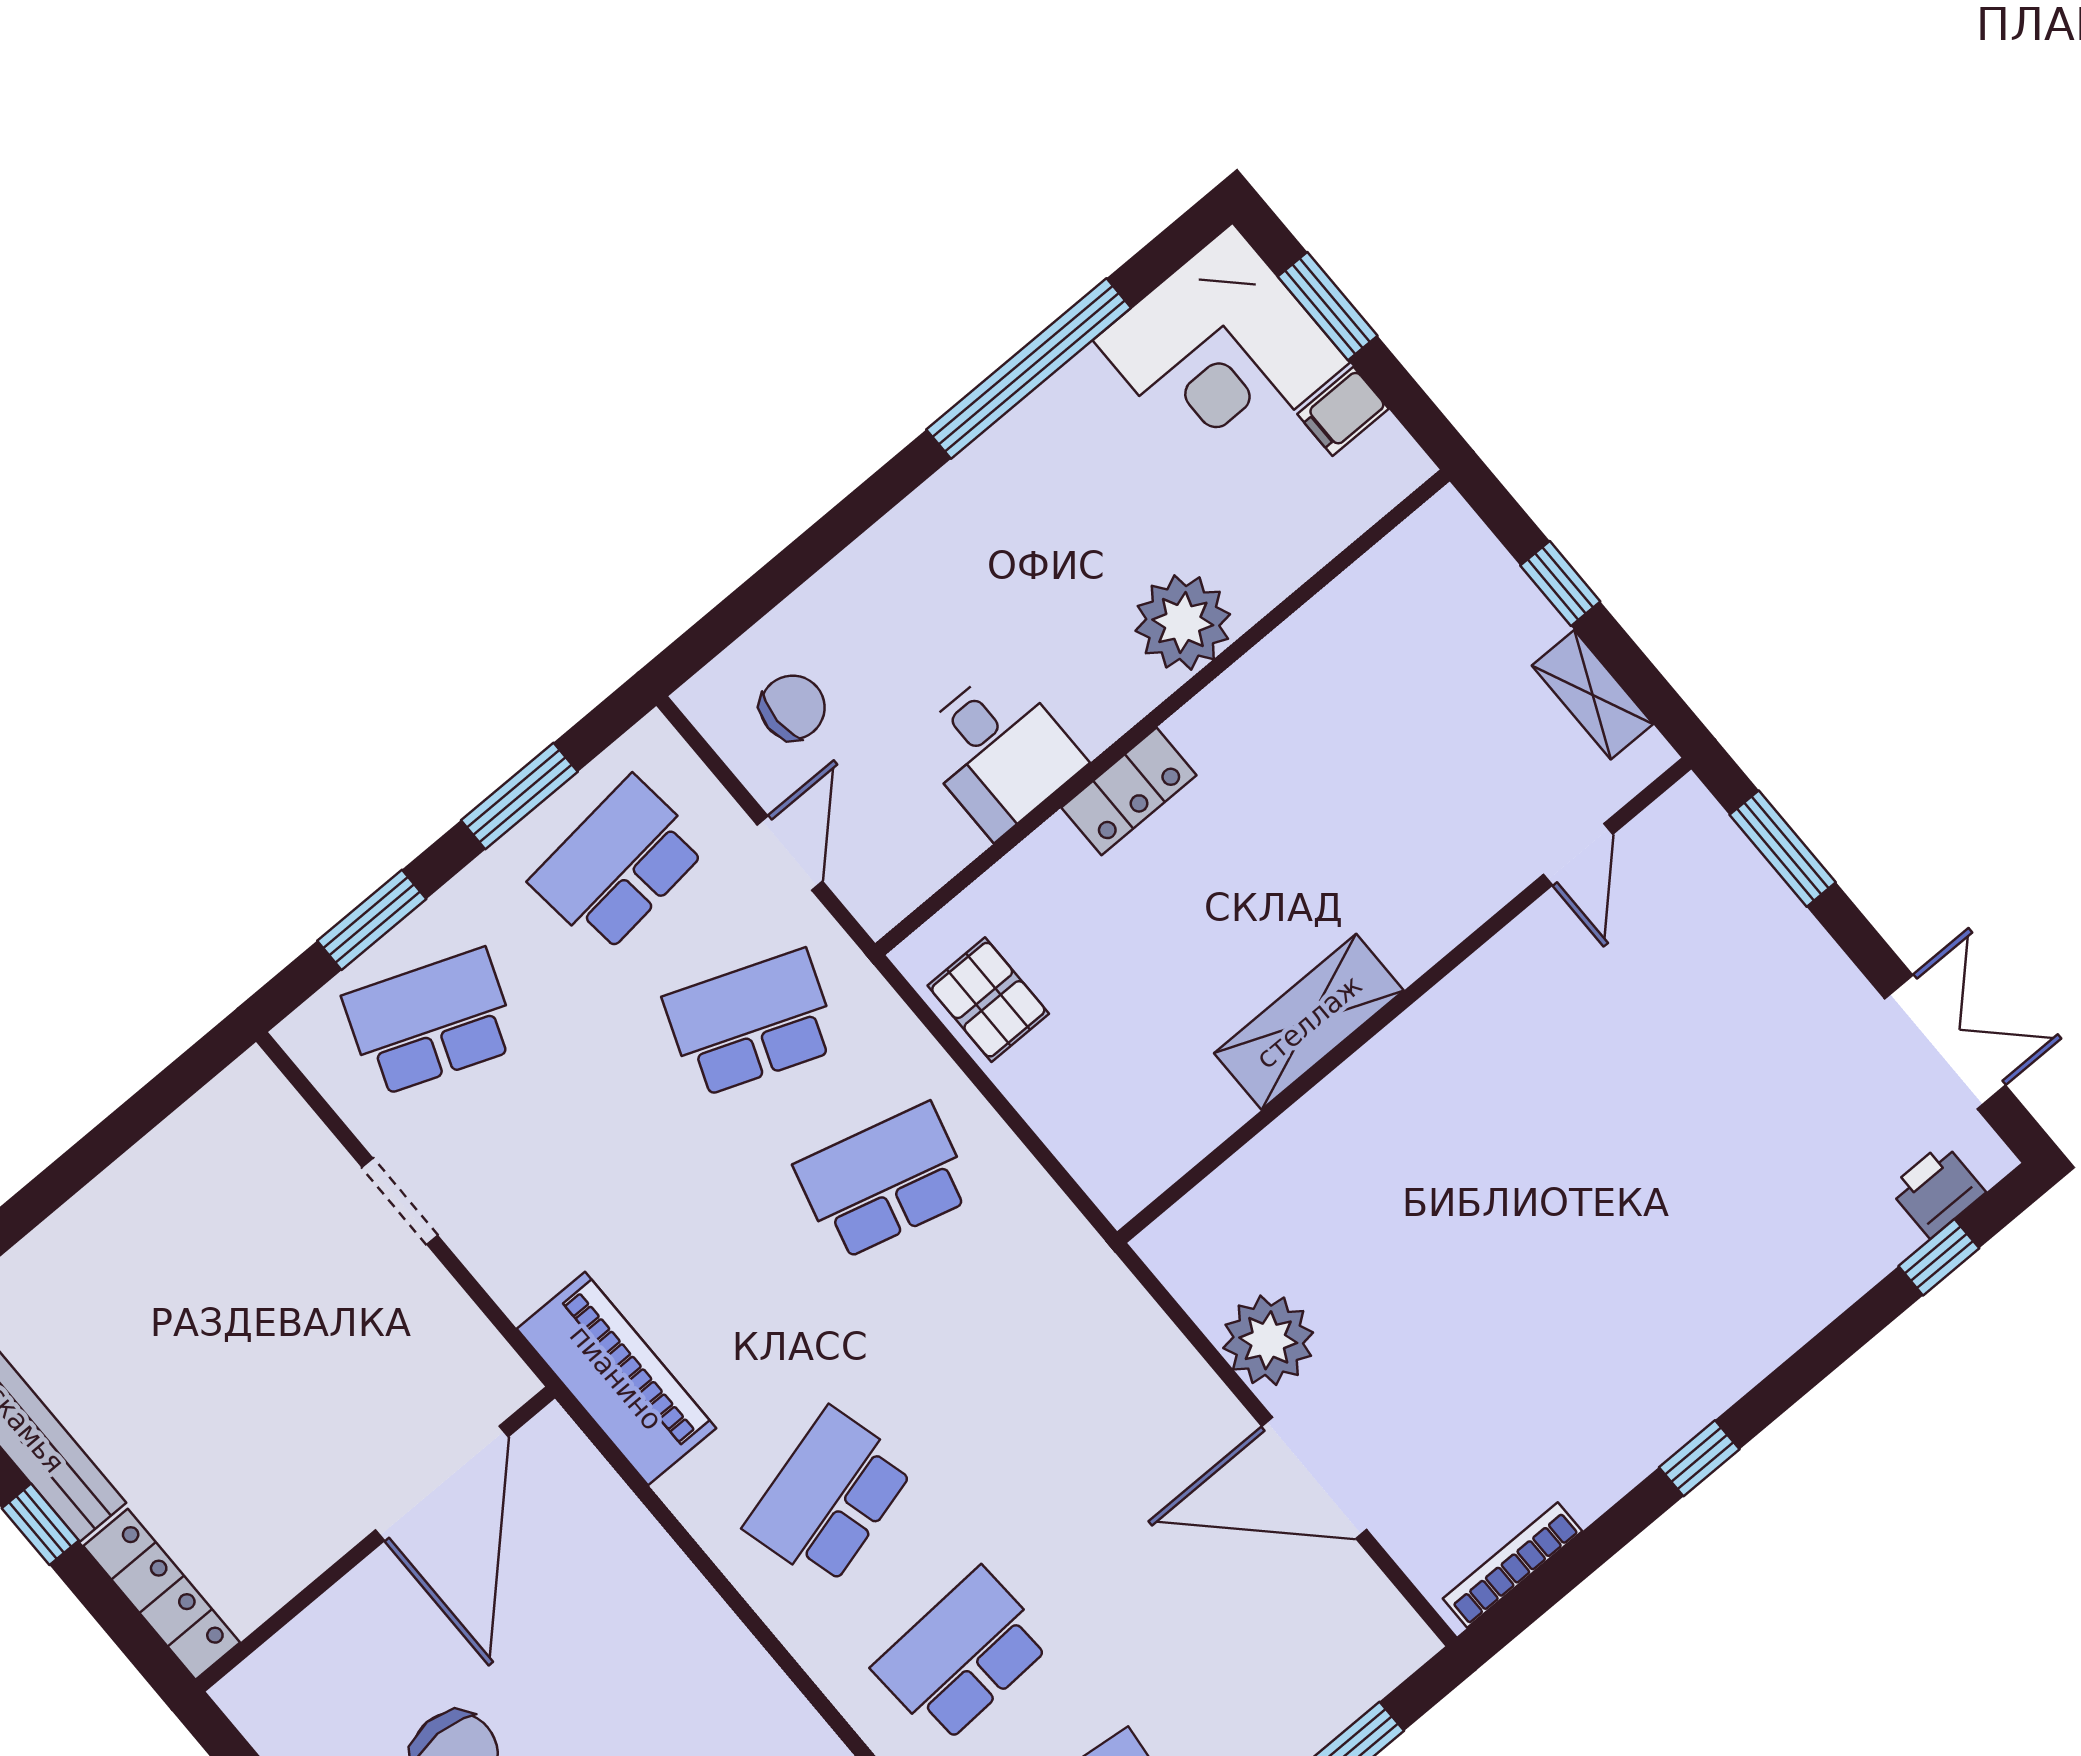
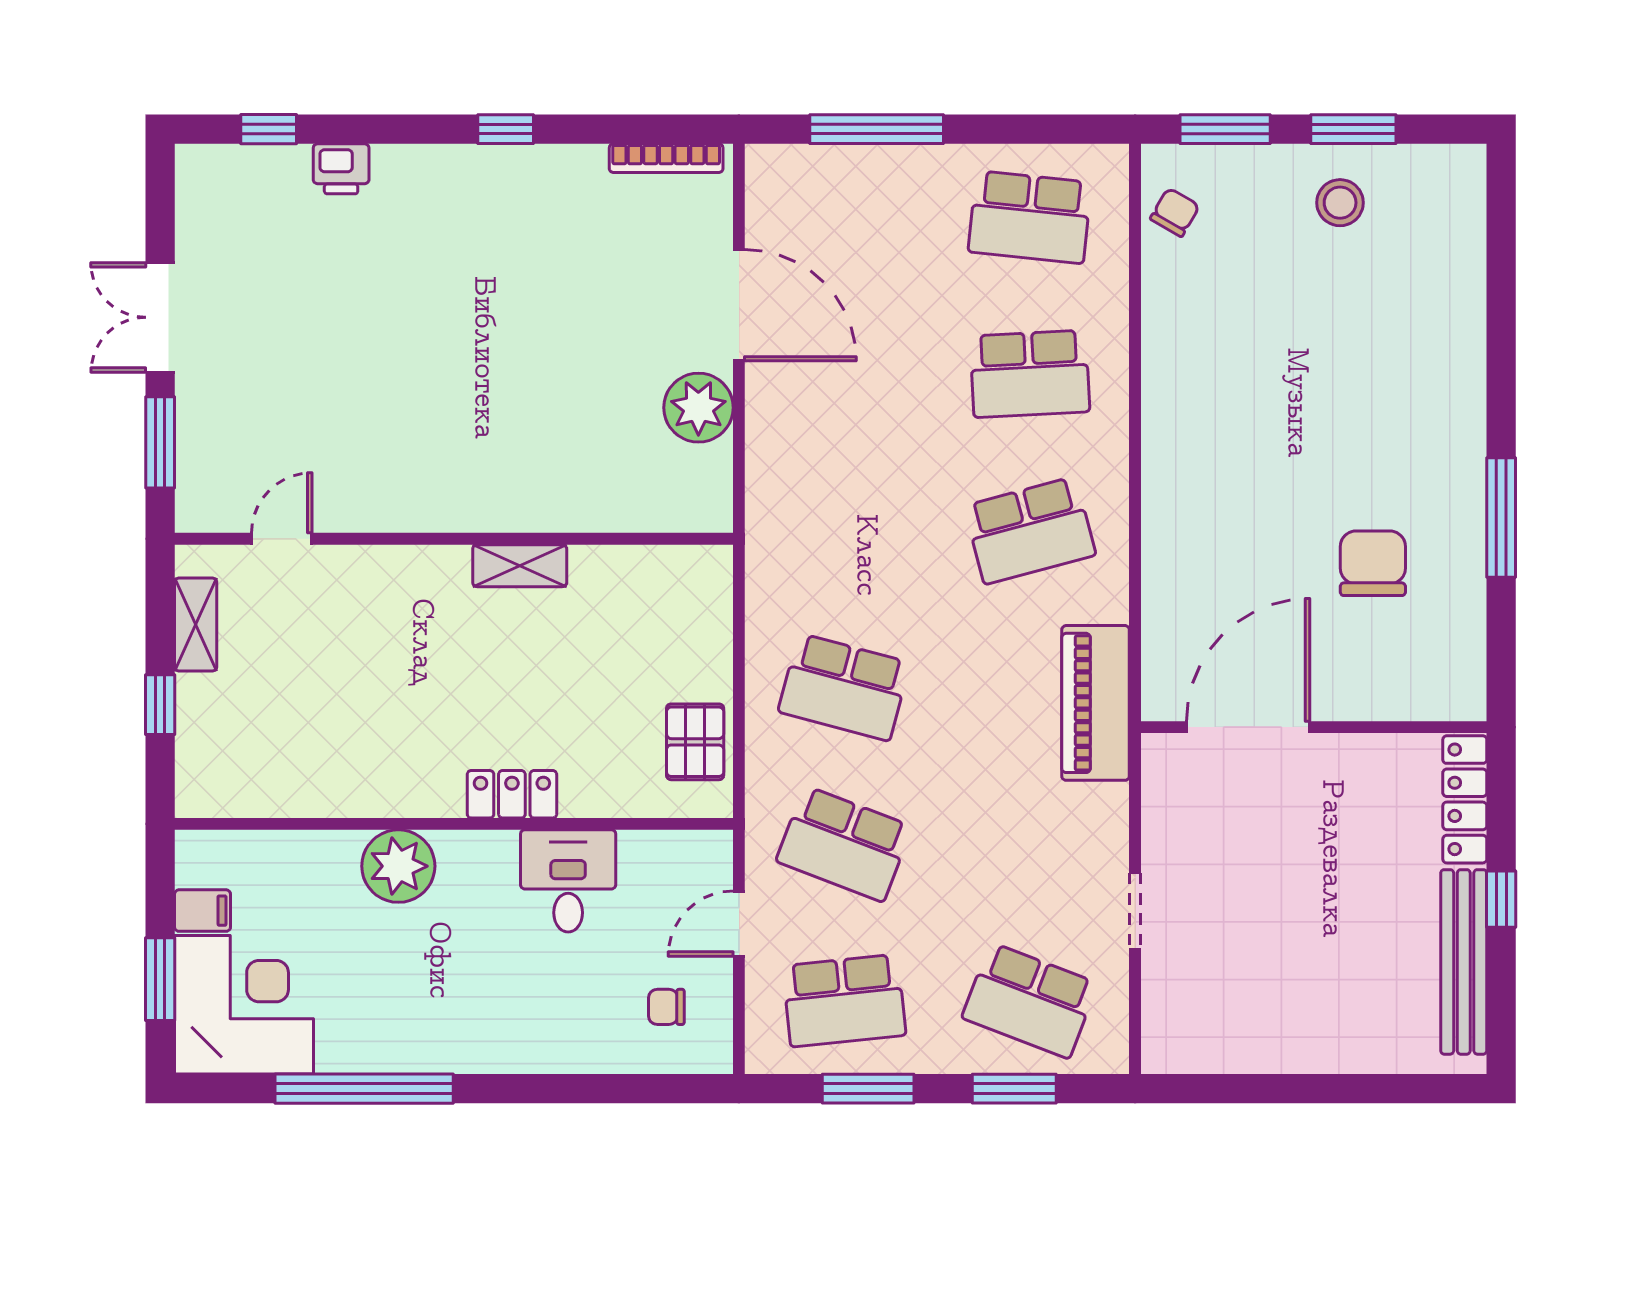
chair: (792, 707) -> (666, 1007), width x0.73, depth x0.73
shelving: (1309, 1022) -> (520, 566), width x0.67, depth x0.75
double door: (1945, 1042) -> (160, 317), moved
printer: (1937, 1190) -> (341, 169), moved

